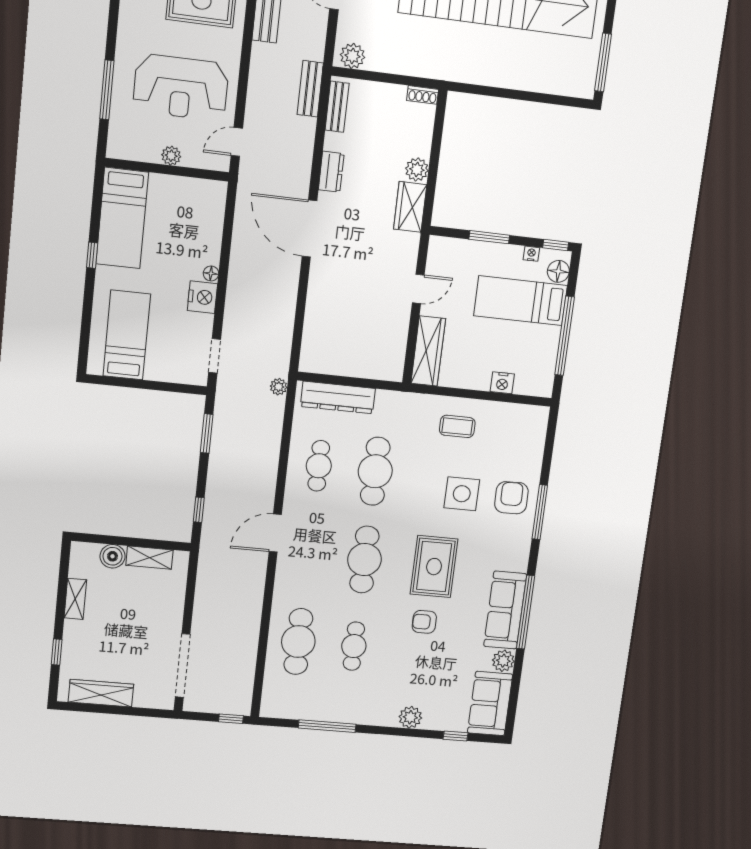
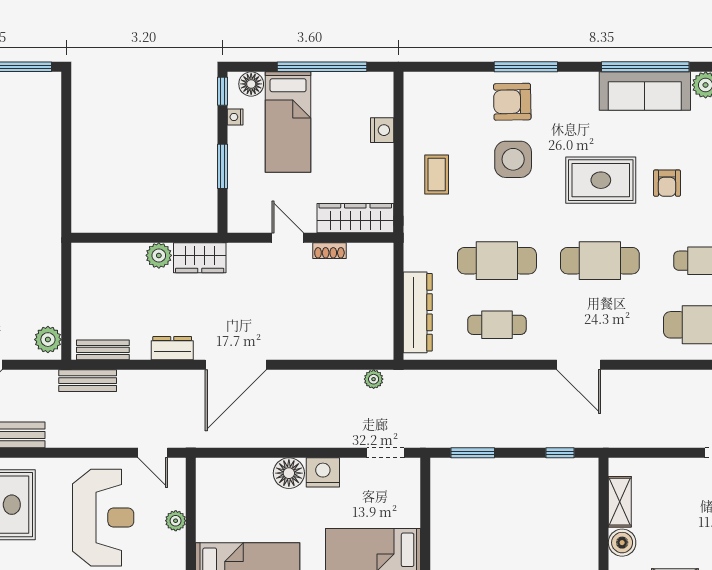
shoe rack: (423, 95) -> (329, 251), moved, turned 90
floor lamp: (211, 273) -> (289, 473), width x1.89, depth x1.89
plant: (279, 387) -> (374, 379), moved

